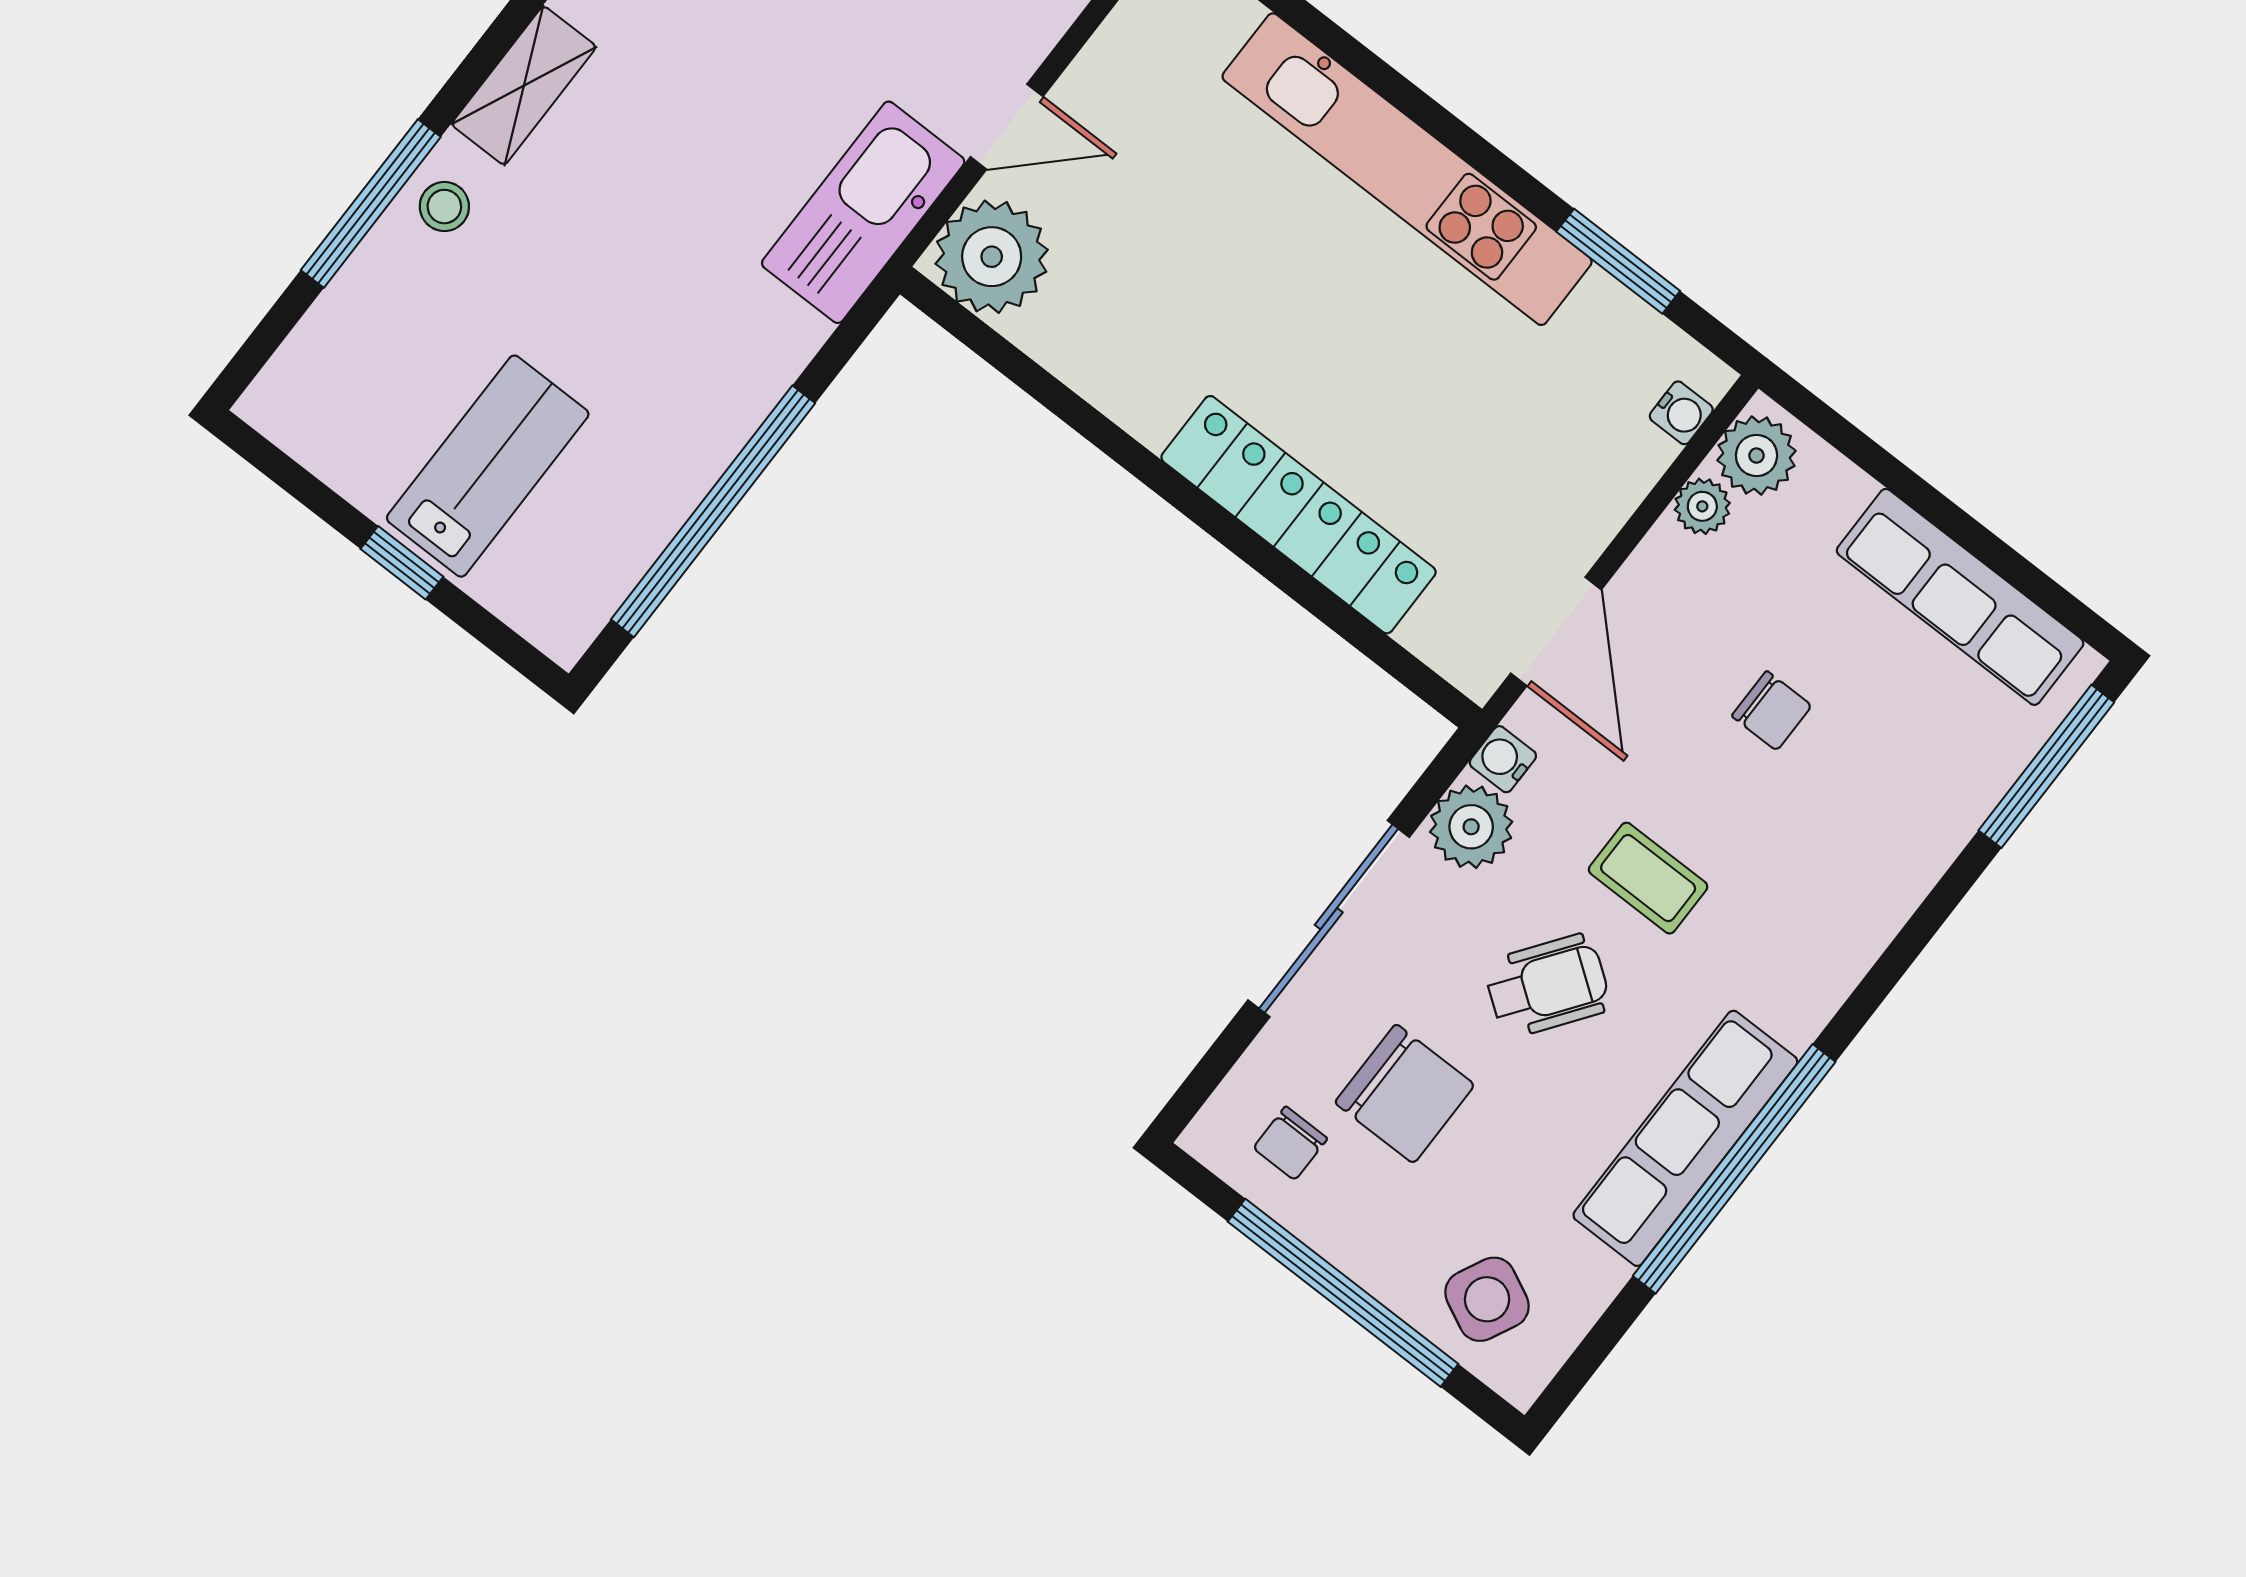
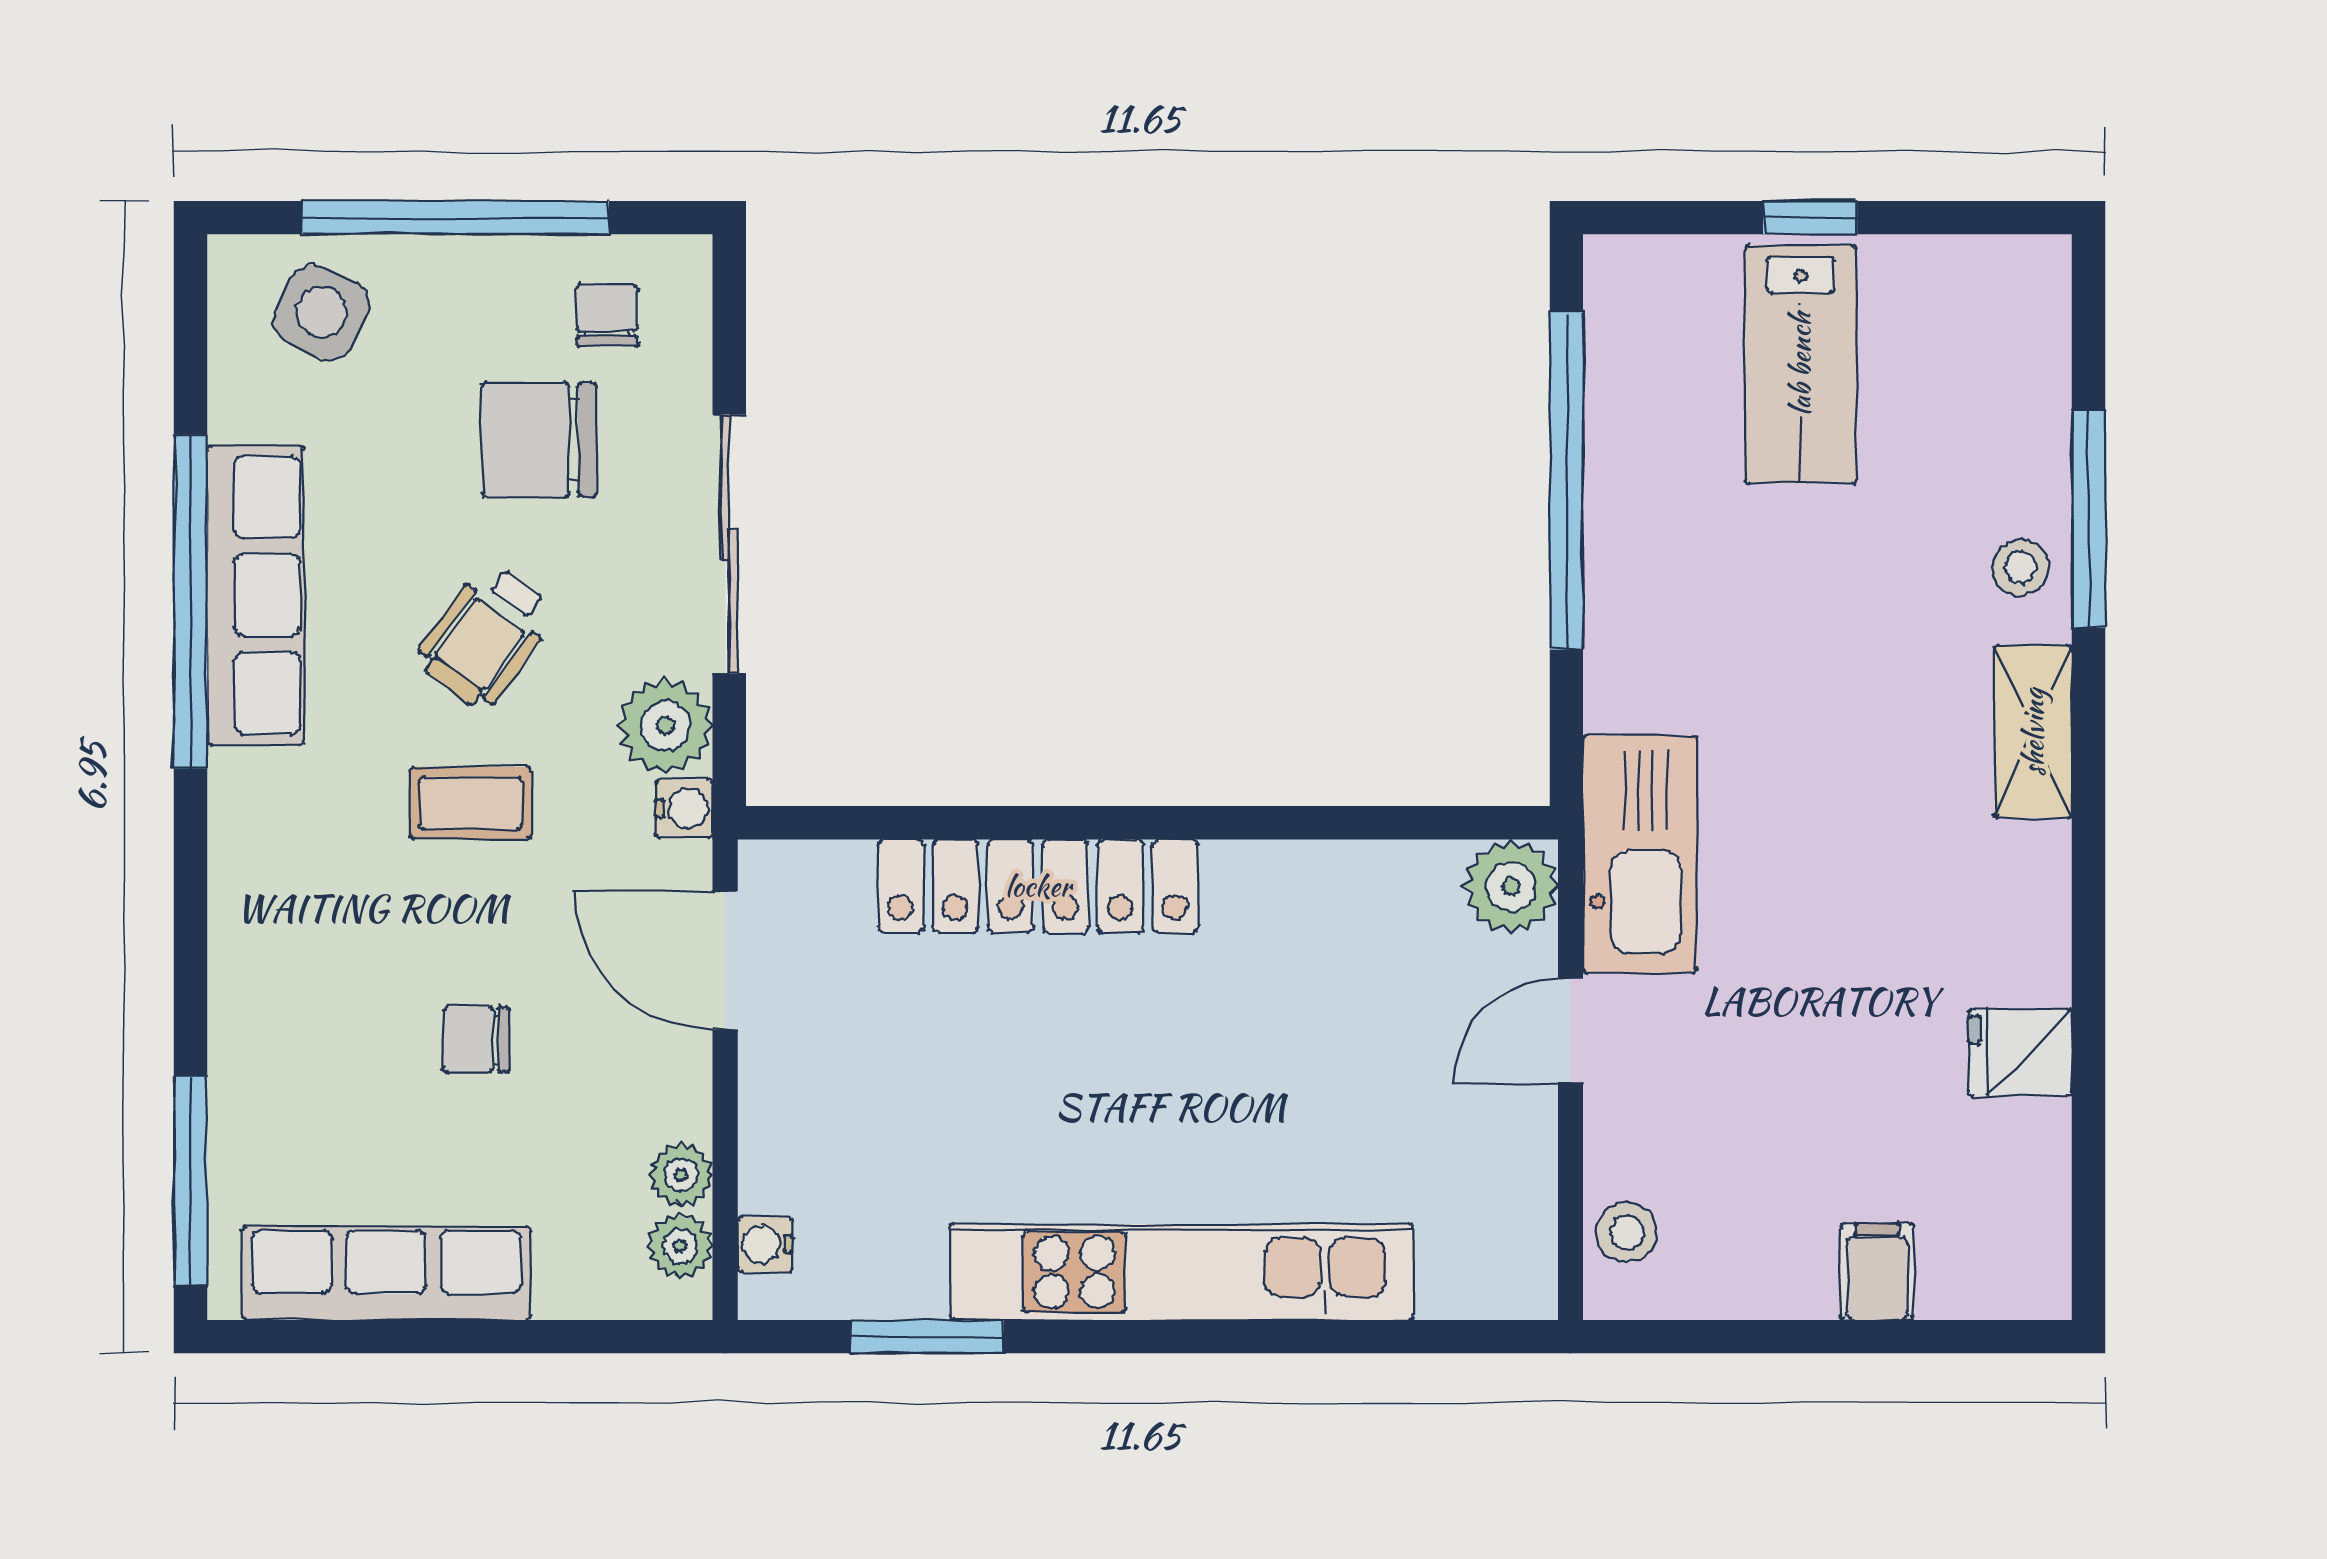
plant: (992, 257) -> (1511, 887), width x0.73, depth x0.73
plant: (1757, 456) -> (680, 1246), width x0.73, depth x0.73

